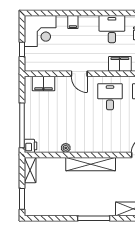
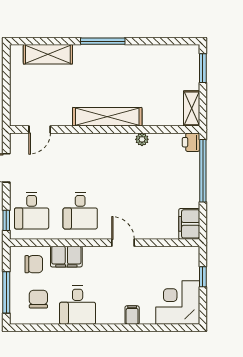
filing cabinet: (43, 84) -> (189, 224), moved, turned -90

